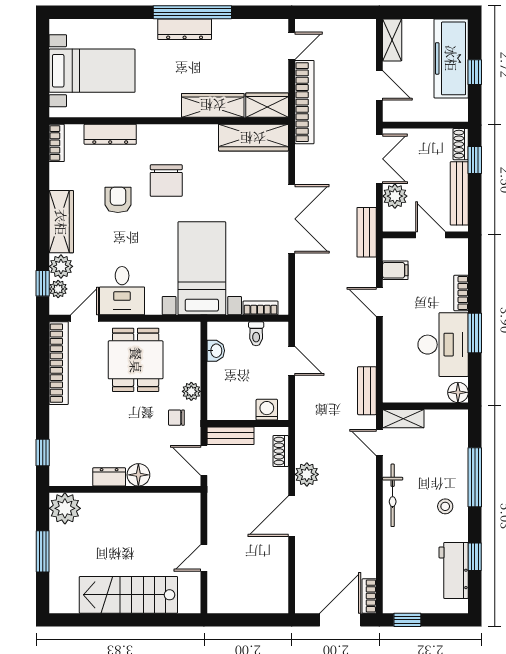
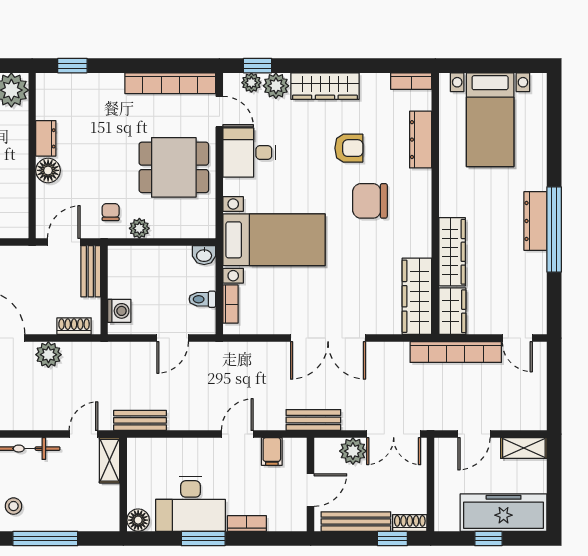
washbasin: (216, 351) -> (204, 255), moved

